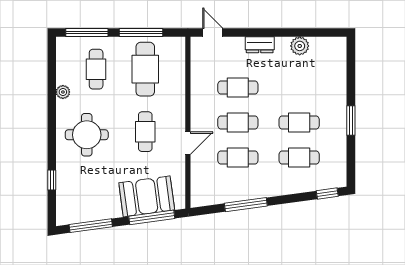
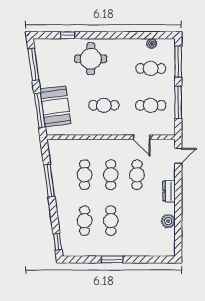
cafe table: (145, 69) -> (151, 105), width x0.73, depth x0.74
plant: (63, 92) -> (152, 44), moved
round table: (87, 135) -> (91, 59), moved
door: (188, 143) -> (142, 137), moved

